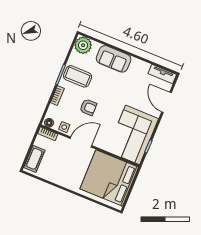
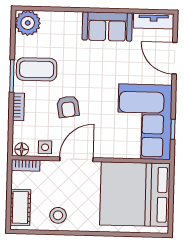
sofa: (114, 59) -> (107, 26), moved
armchair: (88, 107) -> (68, 107), turned 81
stool: (56, 173) -> (58, 215), added

